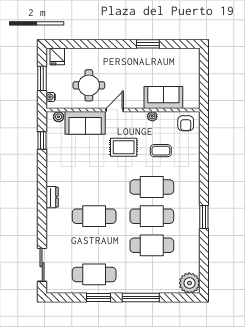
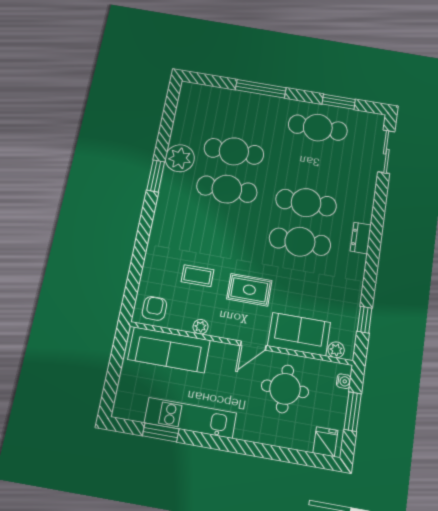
window: (148, 44) -> (161, 432), moved
kitchen unit: (148, 56) -> (190, 418), added
sofa: (163, 97) -> (169, 350), width x1.36
cafe table: (152, 187) -> (300, 242), moved
plant: (189, 283) -> (180, 158), moved
window: (98, 298) -> (339, 102), moved

